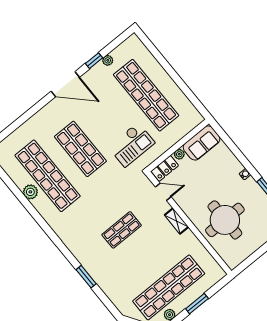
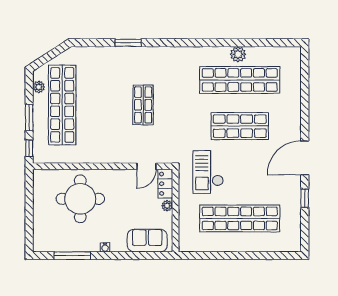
plant: (108, 60) -> (295, 210), removed
sofa: (202, 143) -> (147, 241), moved, turned 90
shelving: (176, 221) -> (113, 157), removed
window: (219, 286) -> (29, 148), added

